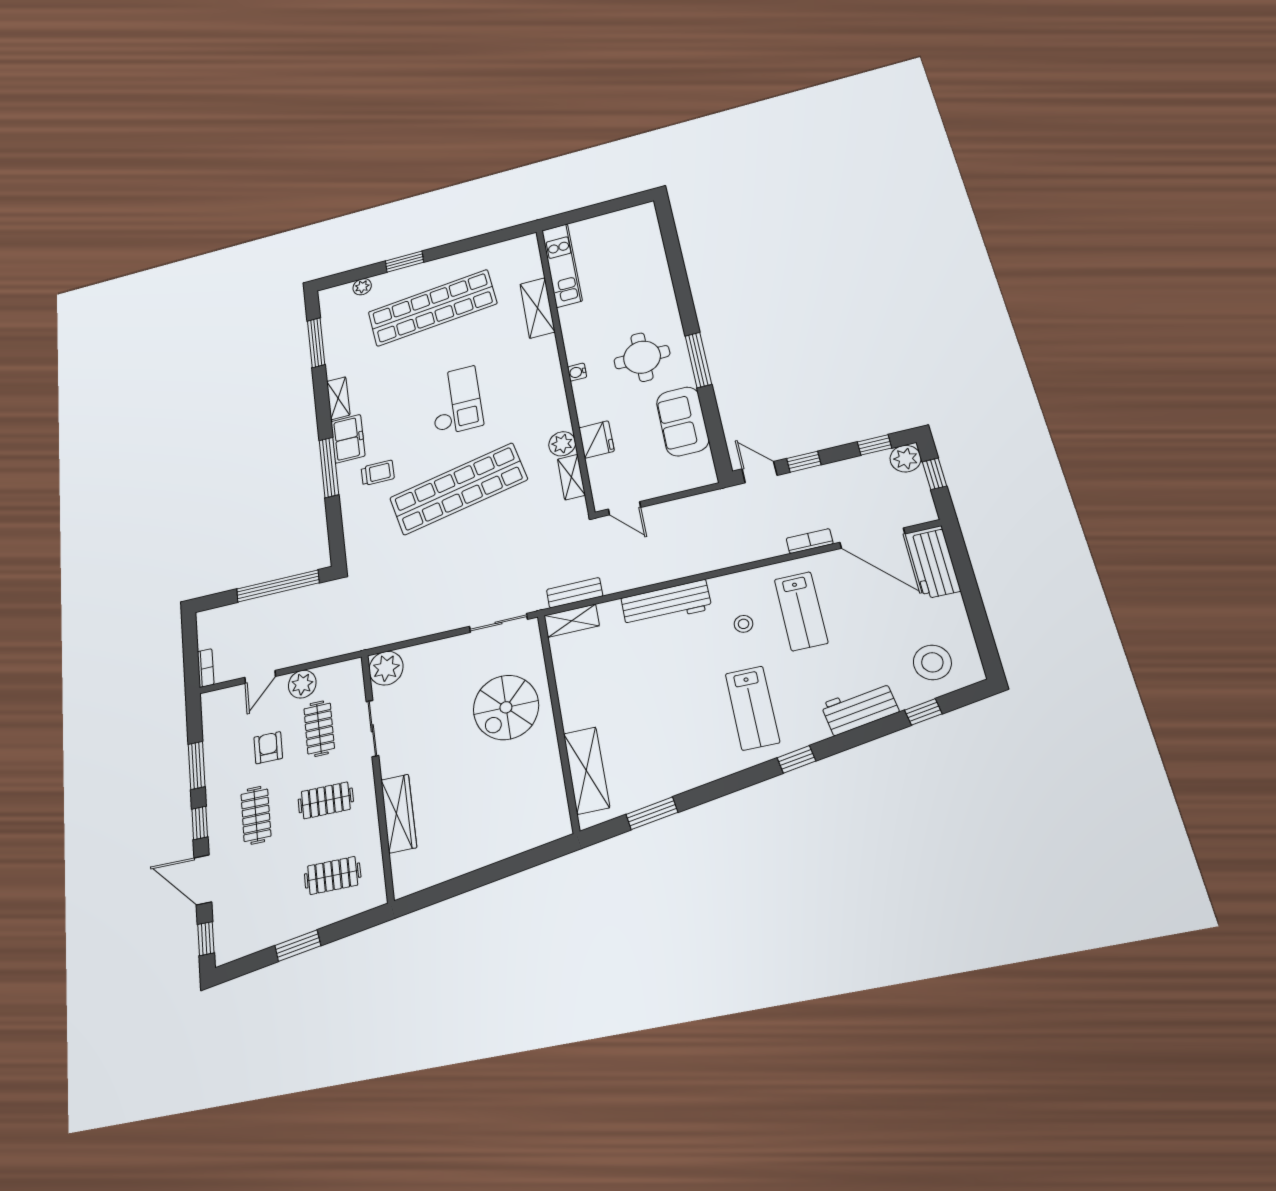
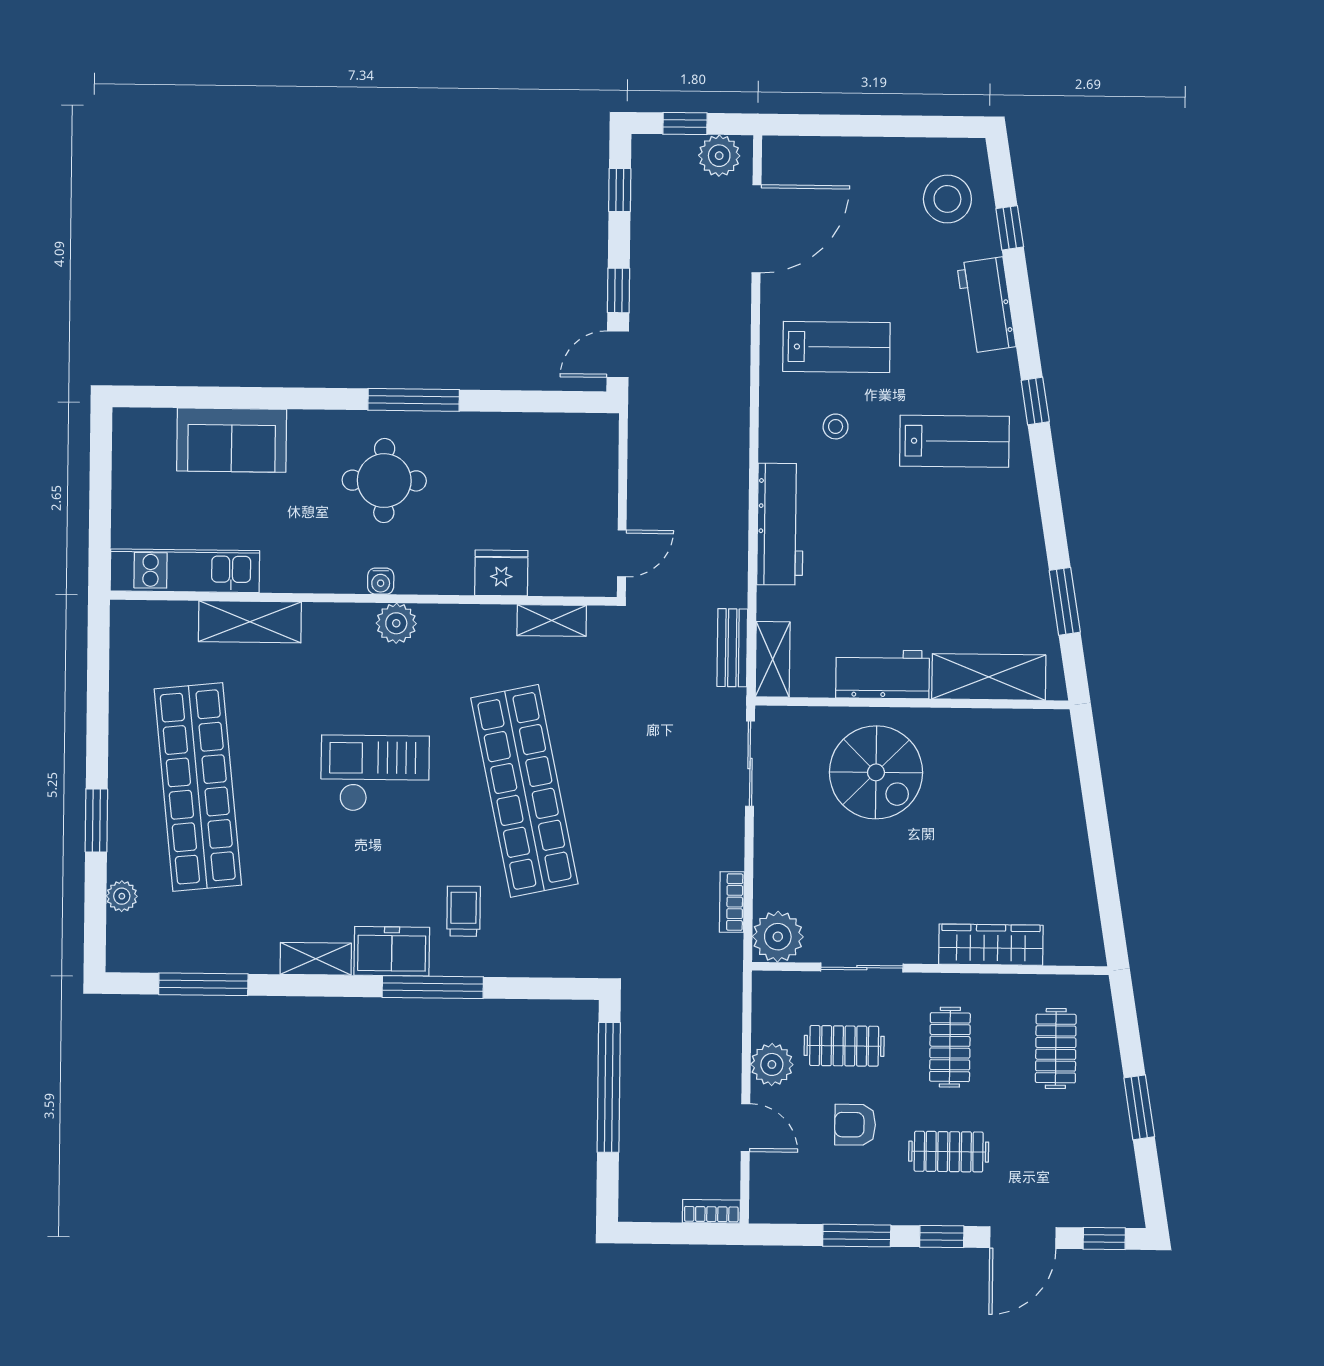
sofa: (683, 421) -> (232, 440), moved
plant: (562, 444) -> (396, 623), moved
plant: (906, 459) -> (719, 156), moved
bookcase: (810, 541) -> (732, 902), moved
workbench: (934, 564) -> (883, 674), moved, turned 180

